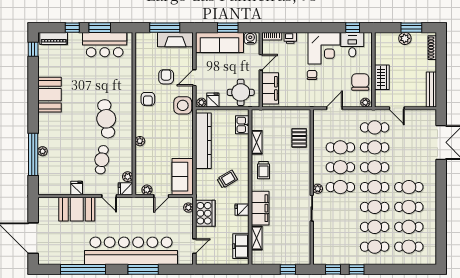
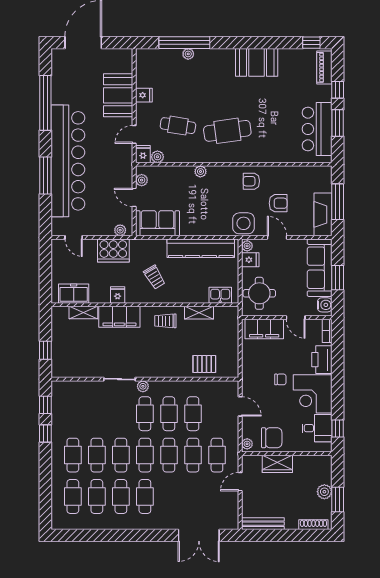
printer: (290, 38) -> (322, 360), width x1.87, depth x1.48

